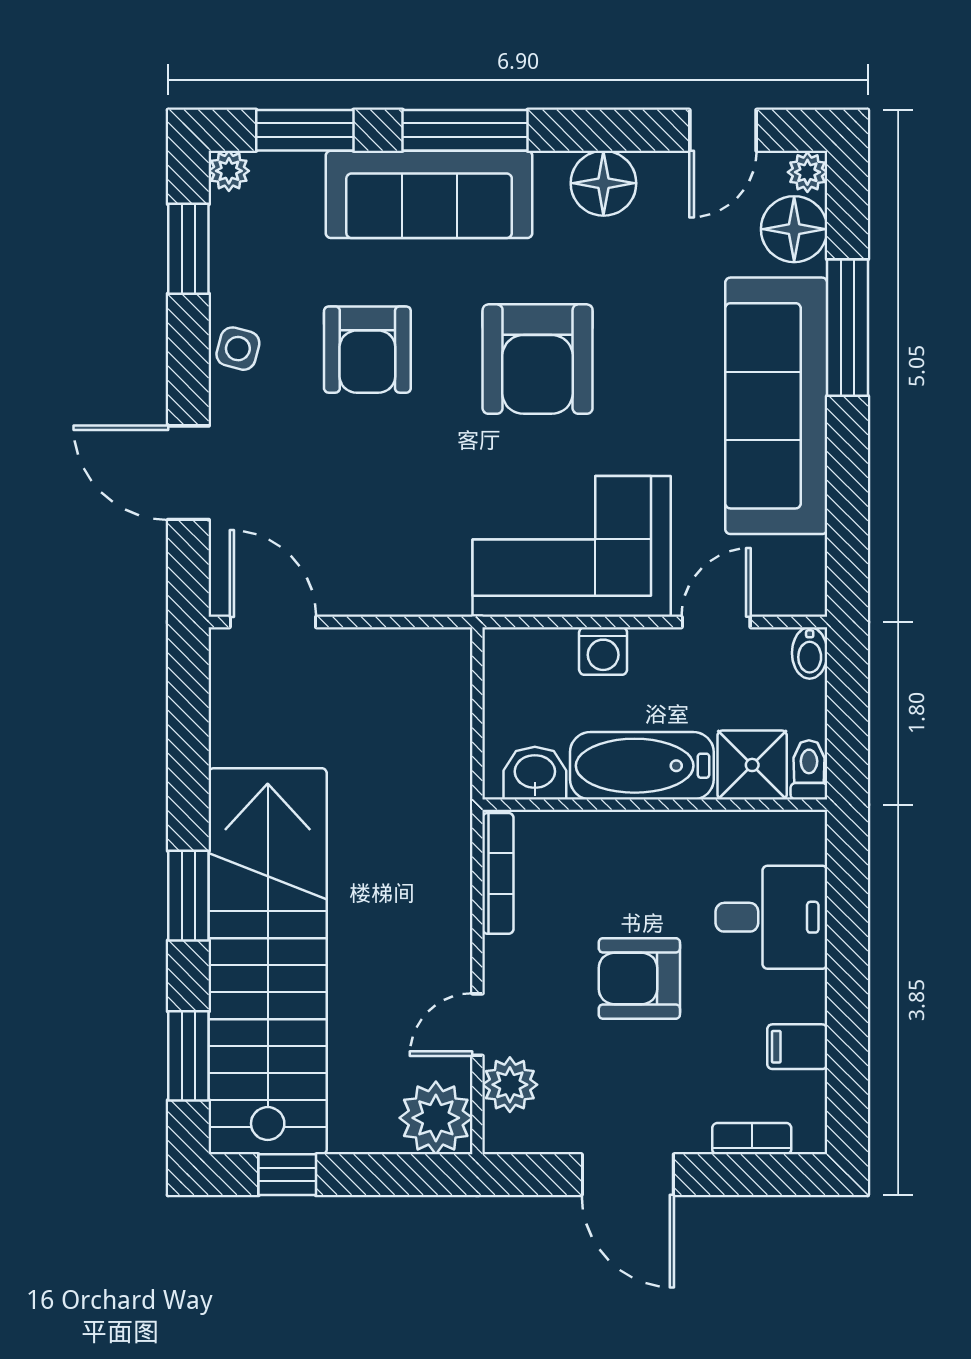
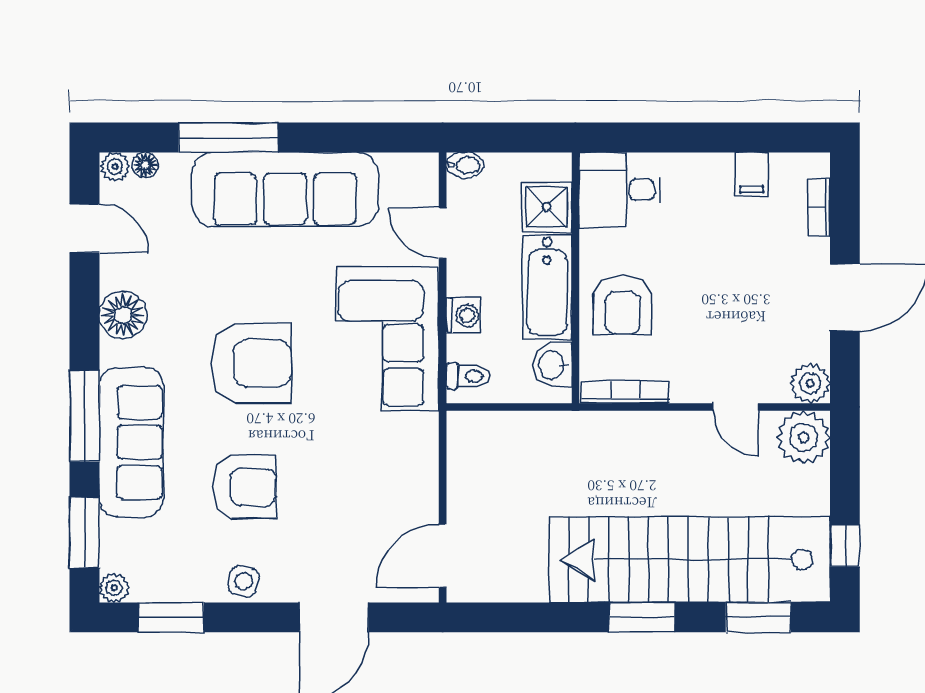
floor lamp: (794, 229) -> (145, 165), width x0.53, depth x0.53
toilet: (809, 770) -> (468, 376), moved, turned 180
desk: (771, 917) -> (620, 190), moved, turned -90
armchair: (639, 978) -> (623, 305), moved
plant: (510, 1085) -> (810, 383), moved

